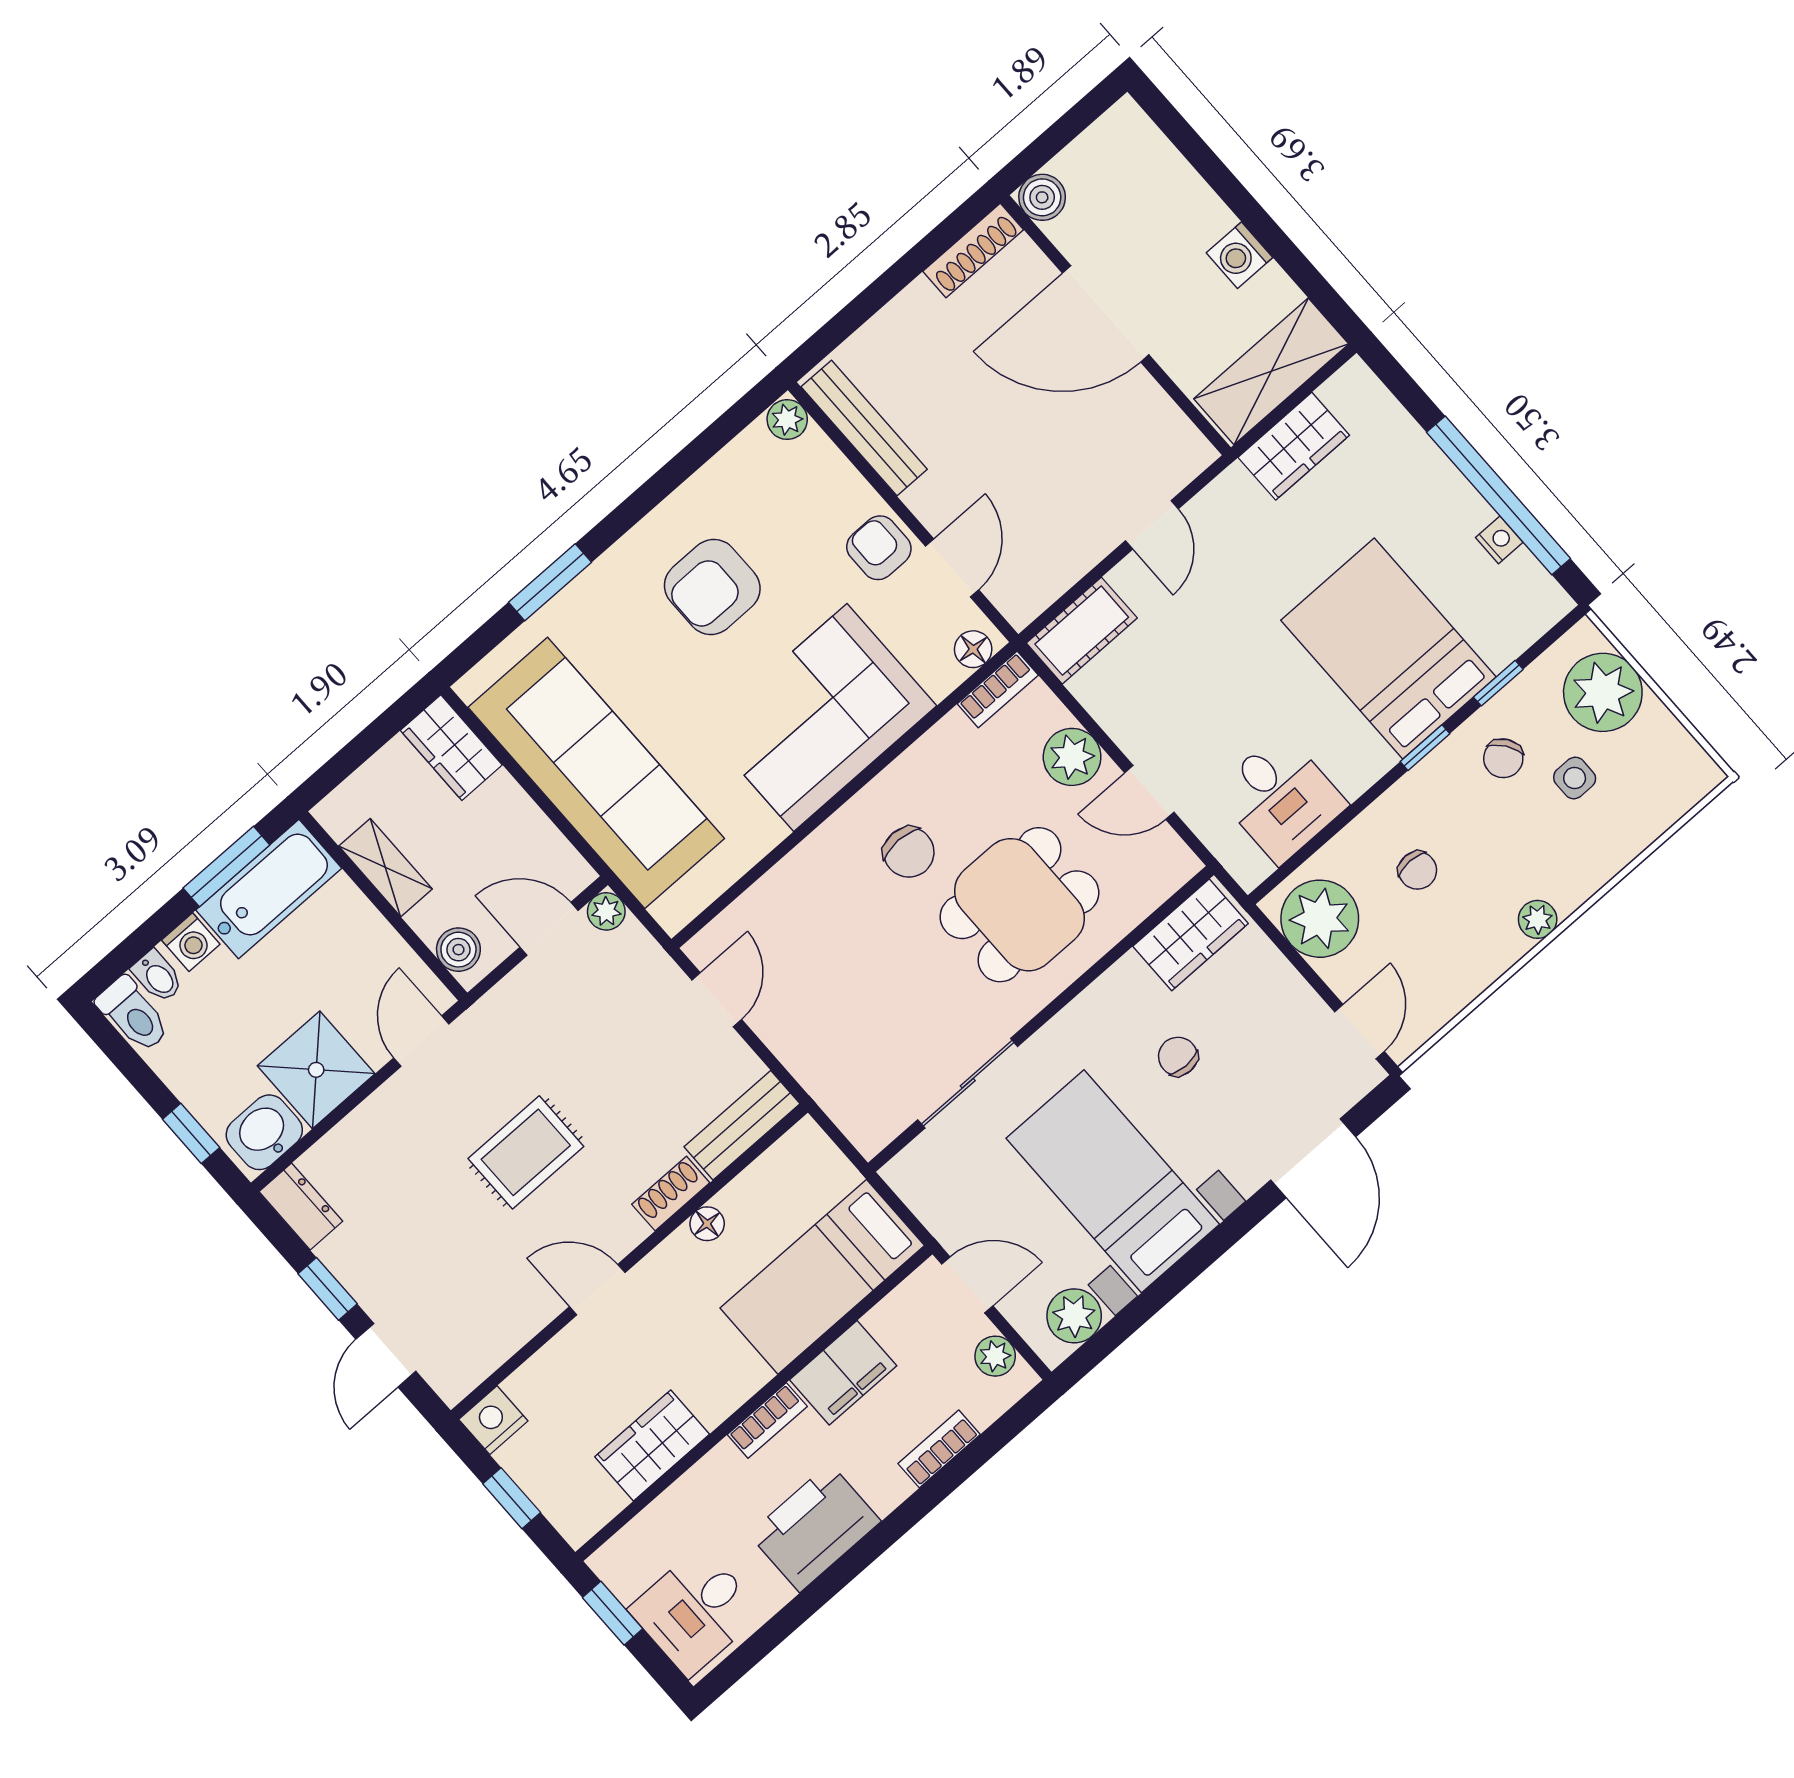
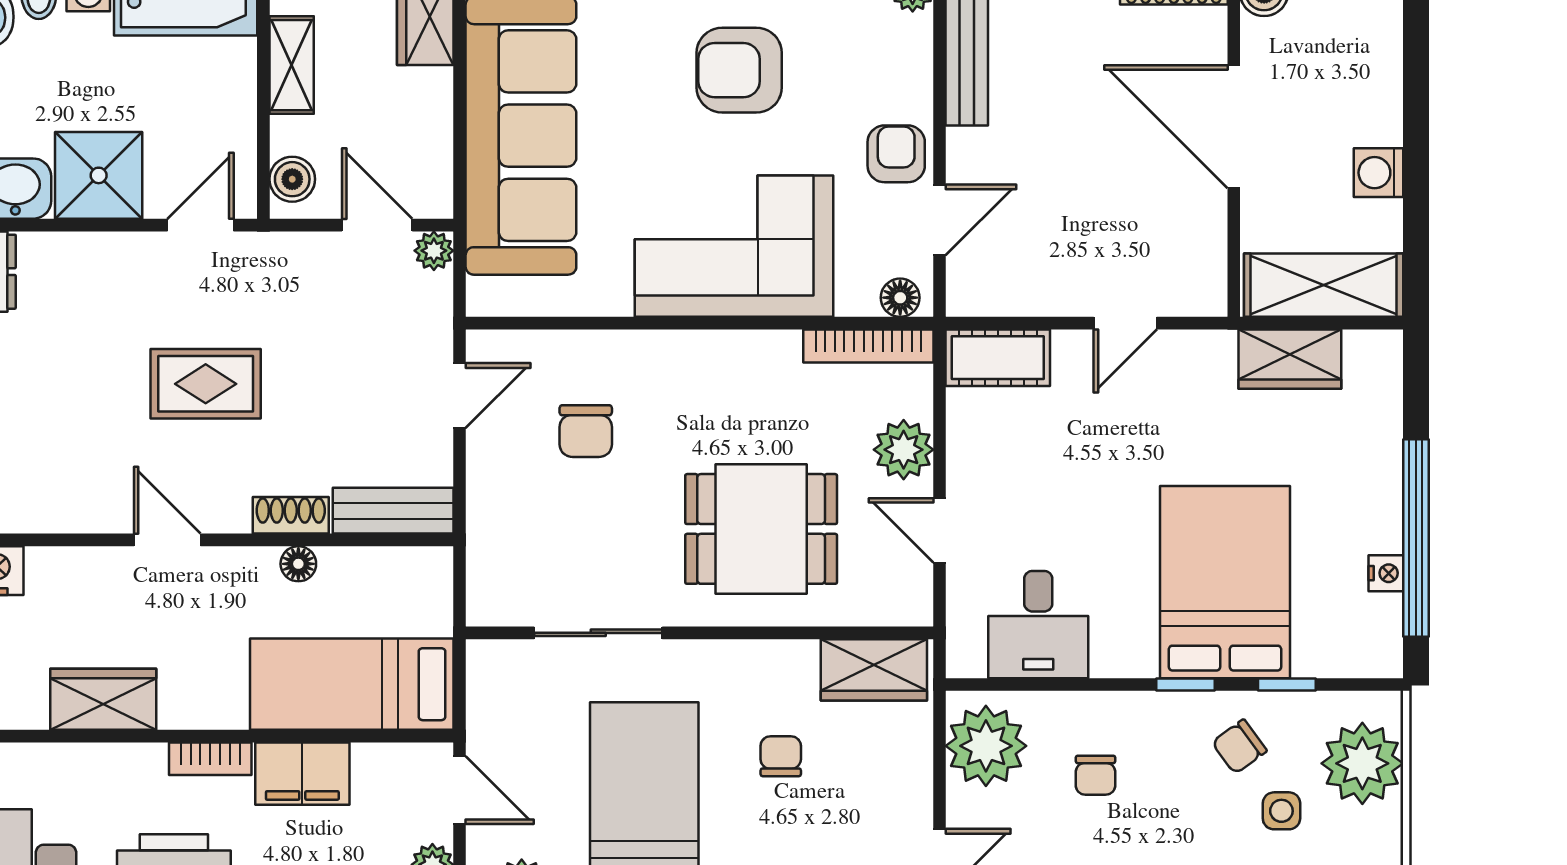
bookcase: (998, 689) -> (868, 346), width x1.56
chair: (909, 852) -> (586, 431), moved

